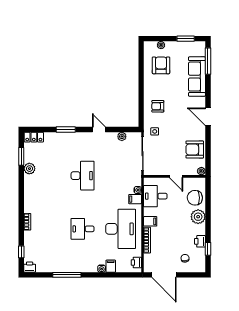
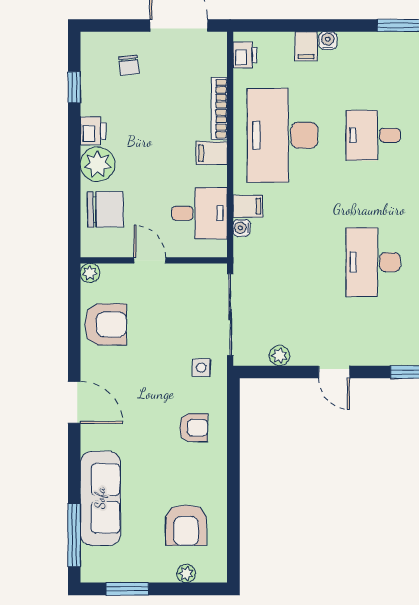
desk: (83, 229) -> (373, 135), turned 180
printer: (200, 241) -> (93, 131), moved

